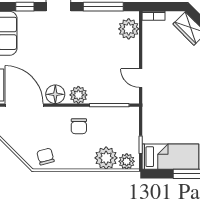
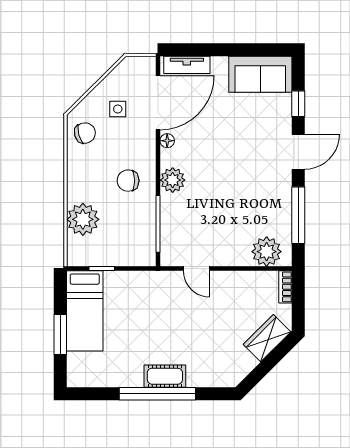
door: (141, 78) -> (197, 269), swing flipped
floor lamp: (55, 94) -> (167, 141), width x0.53, depth x0.53
side table: (29, 133) -> (118, 109), added
plant: (127, 161) -> (78, 249), removed

